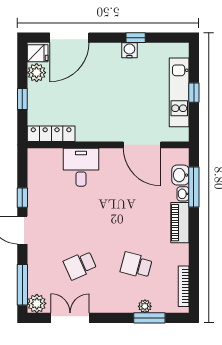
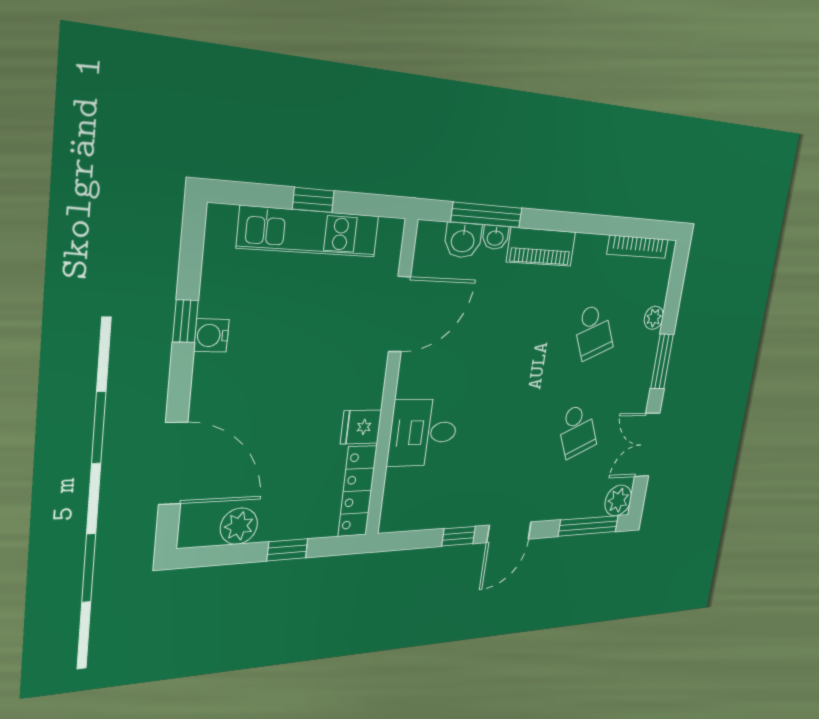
fridge: (38, 53) -> (361, 427), moved, turned -90
school desk: (136, 265) -> (593, 331), turned -39
window: (149, 318) -> (662, 361), moved

